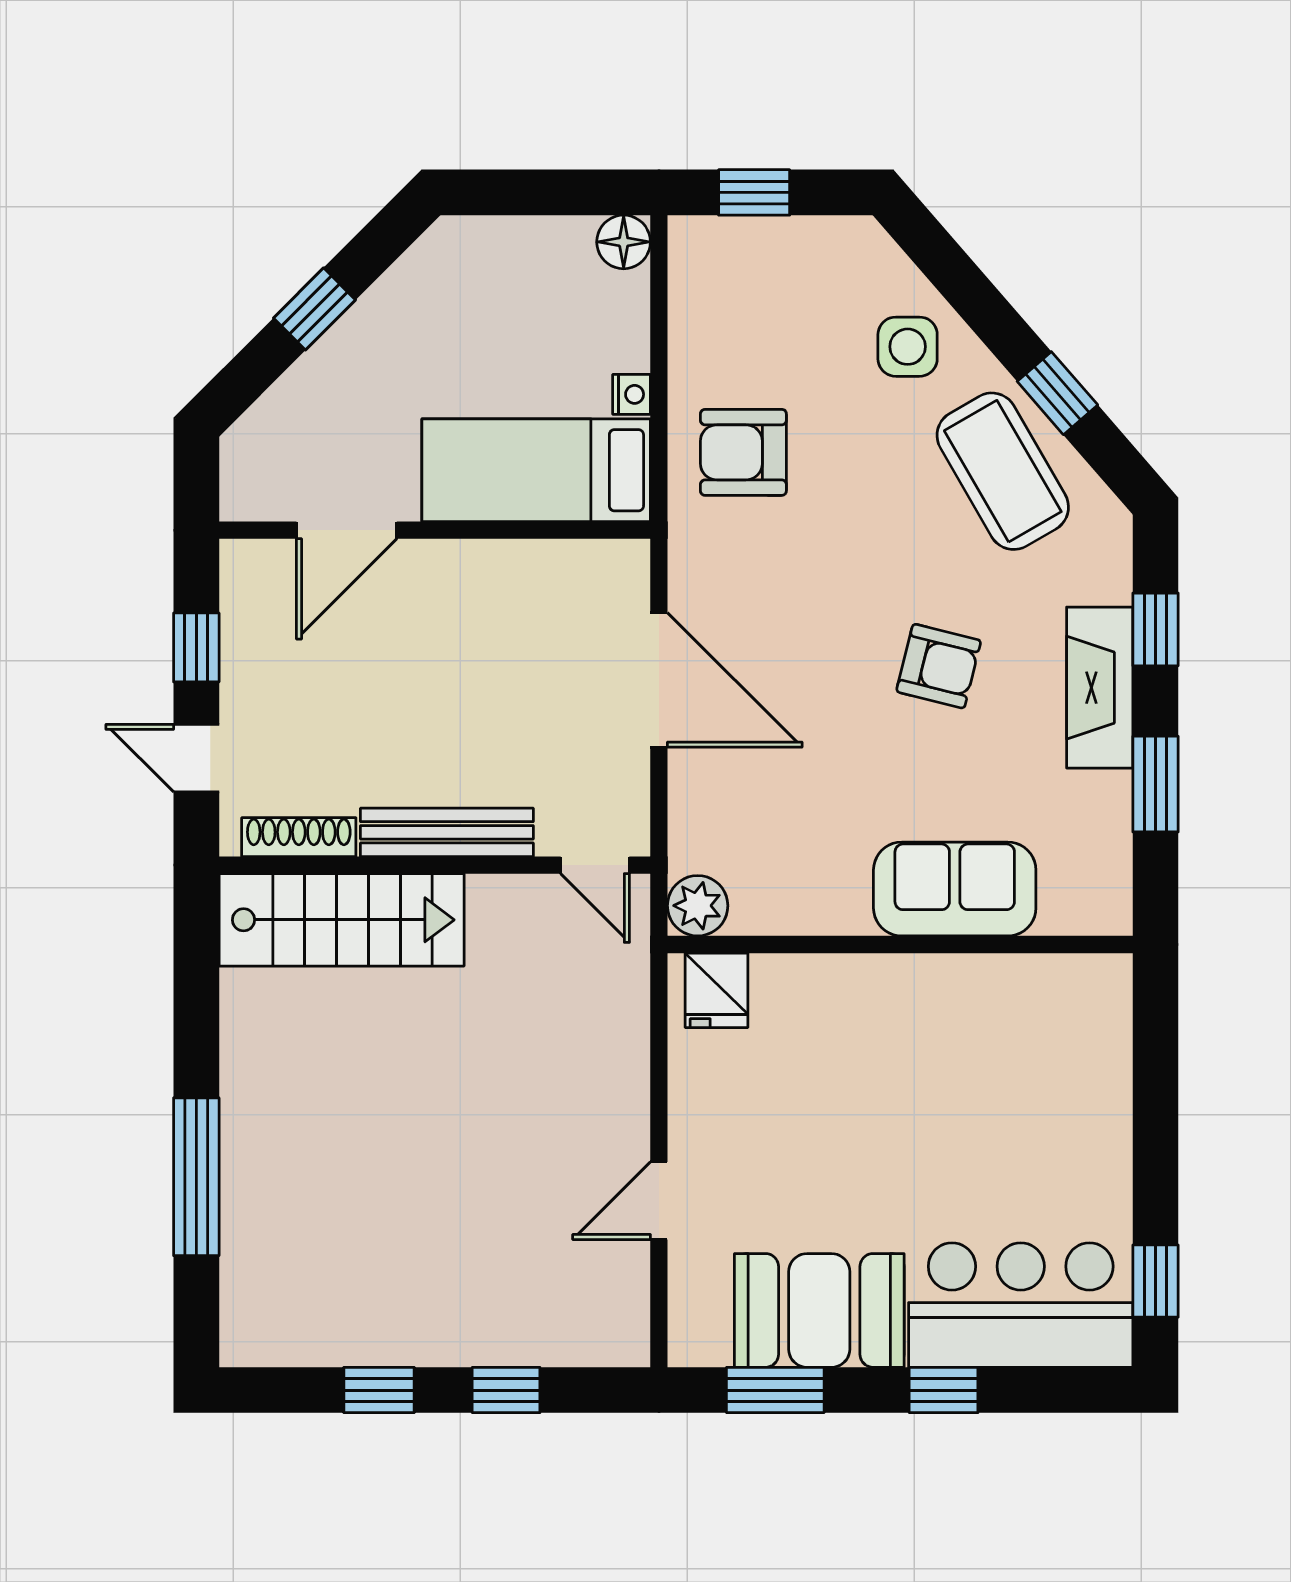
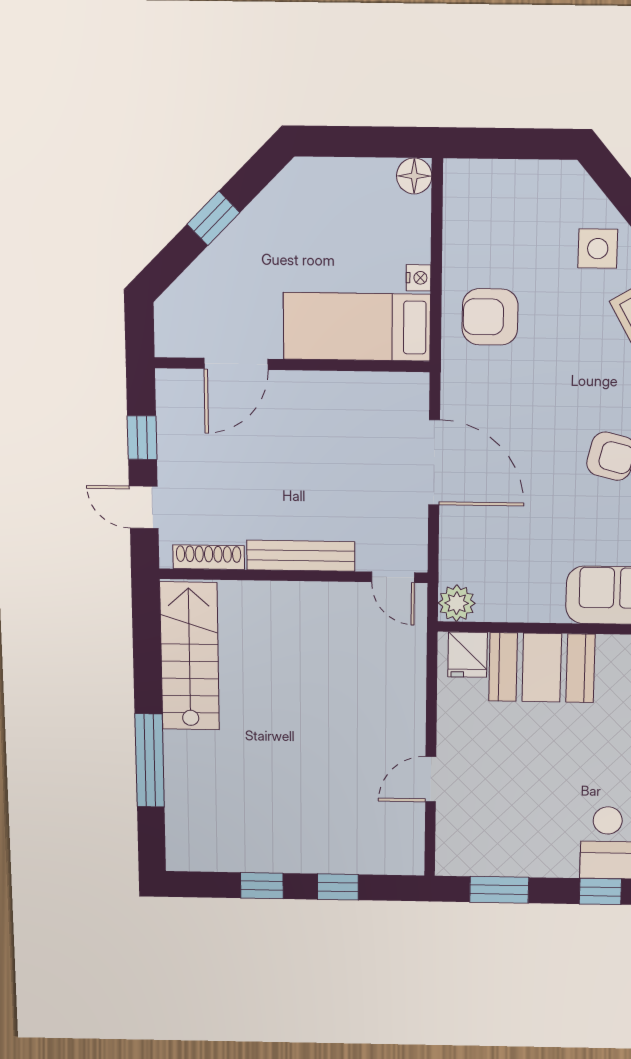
window: (754, 192) -> (500, 143), removed
stairs: (342, 920) -> (190, 656), moved, turned -90
booth: (819, 1310) -> (542, 668), moved

